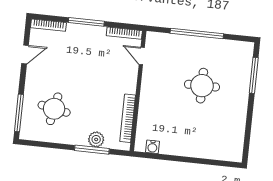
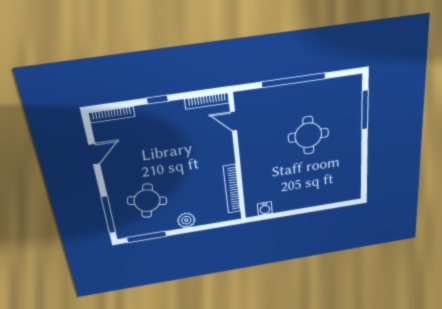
window: (86, 22) -> (157, 100), width x0.46
plant: (96, 139) -> (186, 220), moved
window: (92, 150) -> (147, 237), moved

